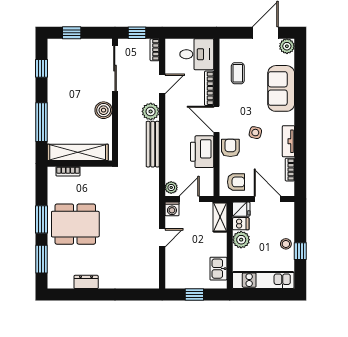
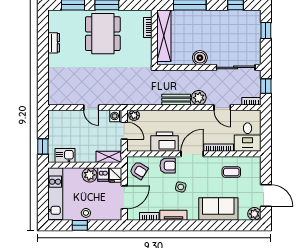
bench: (153, 144) -> (176, 100), width x0.73
armchair: (236, 182) -> (139, 170), turned -58
window: (194, 295) -> (43, 146), moved

